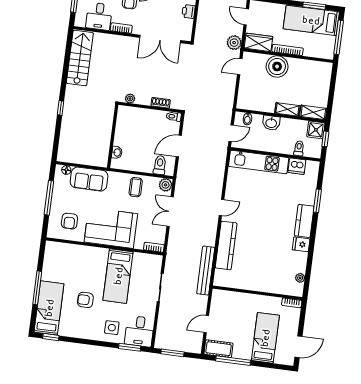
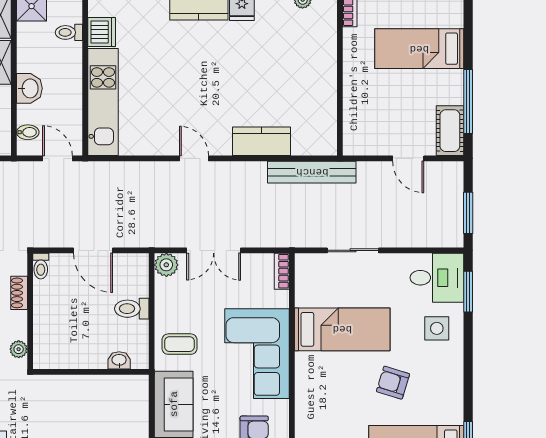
toilet: (160, 165) -> (132, 309), moved
coffee table: (136, 187) -> (179, 344), moved
kitchen counter: (226, 245) -> (262, 141), width x0.67
armchair: (85, 300) -> (393, 383), turned 107

